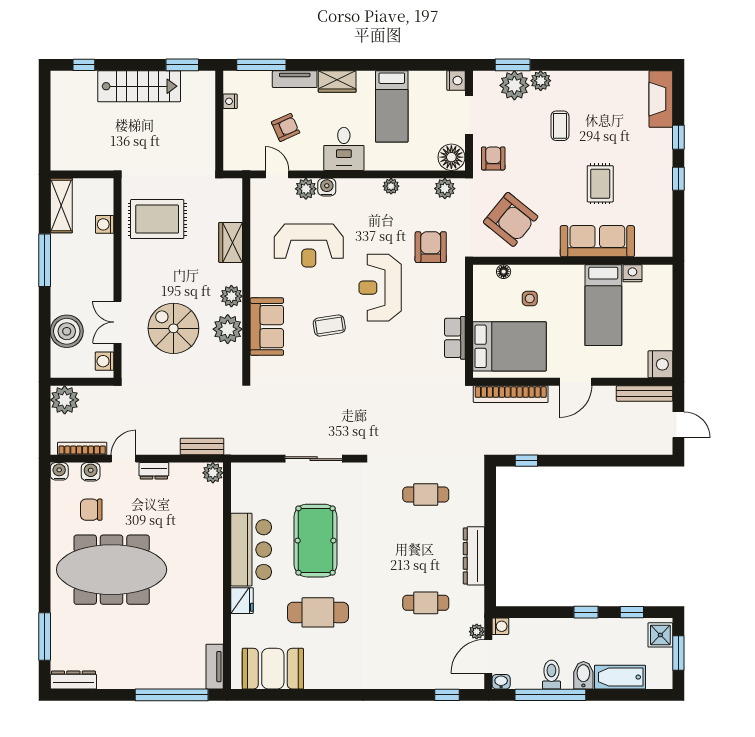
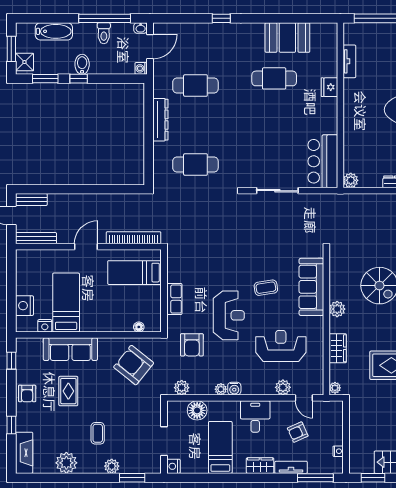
plant: (514, 85) -> (66, 463), moved
floor lamp: (451, 157) -> (197, 410), moved
armchair: (493, 158) -> (27, 393), moved
window: (678, 179) -> (11, 361), moved
water cooler: (327, 187) -> (234, 389), moved
side table: (530, 299) -> (120, 307), removed
sofa: (267, 327) -> (311, 287), width x1.36
plant: (228, 329) -> (335, 388), moved, width x0.53, depth x0.53
row of seats: (455, 338) -> (174, 299), moved
bed: (509, 346) -> (134, 273), width x0.67
nightstand: (660, 364) -> (24, 306), moved
bench: (202, 446) -> (31, 199), moved
window: (526, 461) -> (122, 189), removed
cafe table: (426, 495) -> (195, 164), width x1.37, depth x1.35
pool table: (316, 541) -> (276, 131), removed
bar counter: (251, 550) -> (323, 161), moved
cafe table: (426, 603) -> (195, 85), width x1.37, depth x1.35
window: (632, 612) -> (45, 79), width x1.50
plant: (477, 632) -> (158, 65), removed
tv unit: (215, 667) -> (349, 61), moved
booth: (273, 669) -> (287, 38), moved
bidet: (583, 675) -> (82, 64), moved, turned 180
window: (447, 695) -> (221, 18), moved

